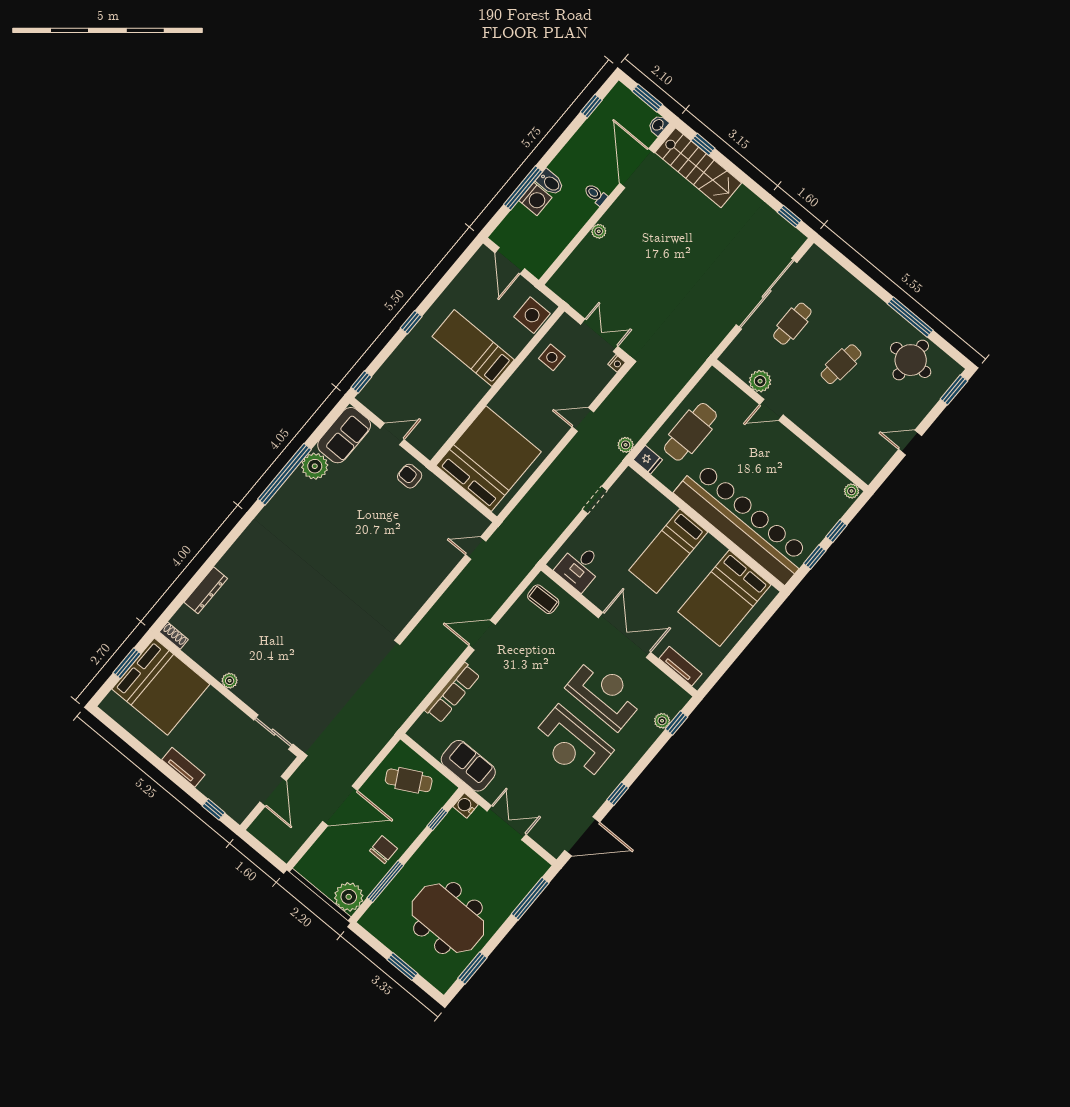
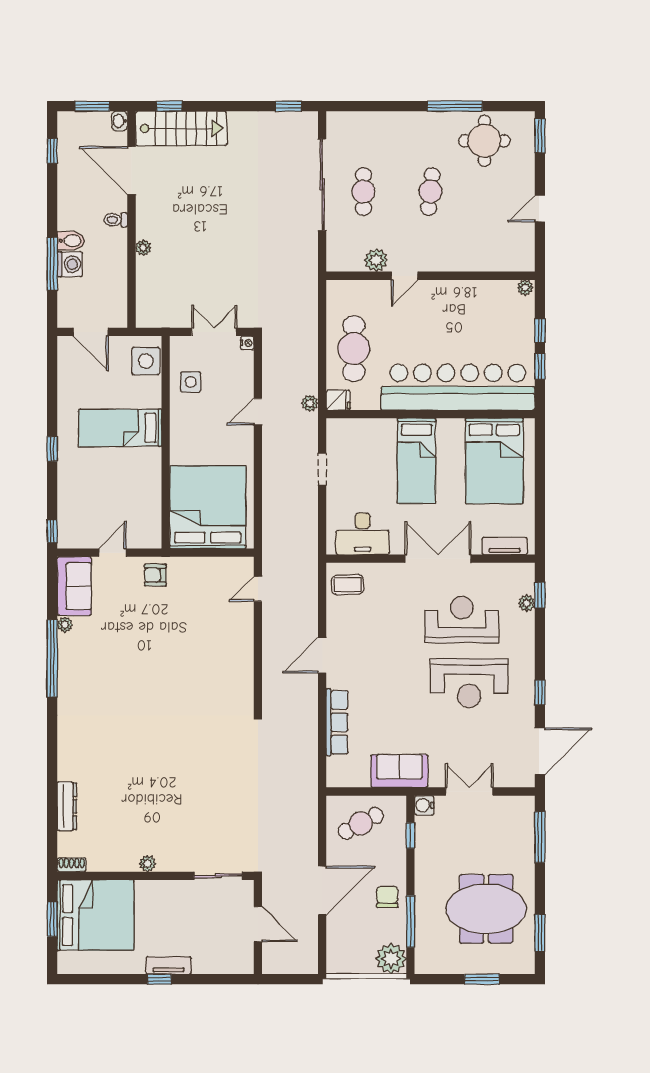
plant: (315, 466) -> (65, 625), width x0.53, depth x0.53
desk: (580, 567) -> (363, 534), width x1.37
window: (214, 809) -> (159, 979), moved

